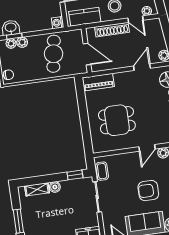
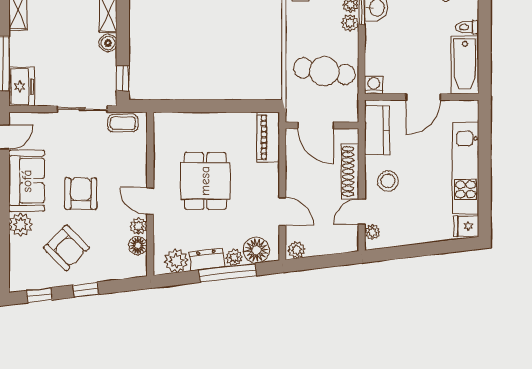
door: (87, 54) -> (316, 125), hinge flipped
dining table: (117, 120) -> (205, 181), moved

